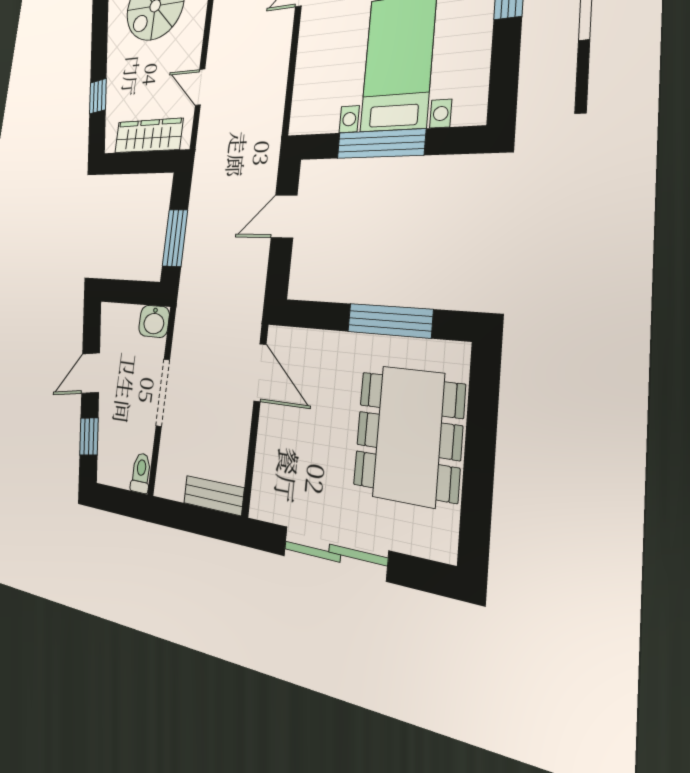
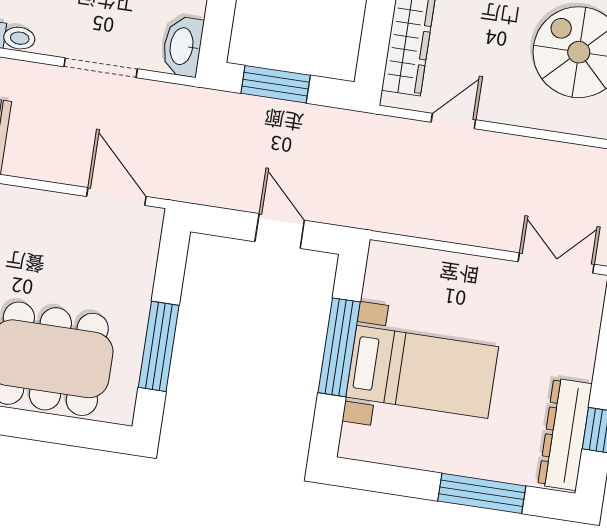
washbasin: (154, 321) -> (183, 46), width x1.38
door: (260, 373) -> (116, 196), swing flipped

